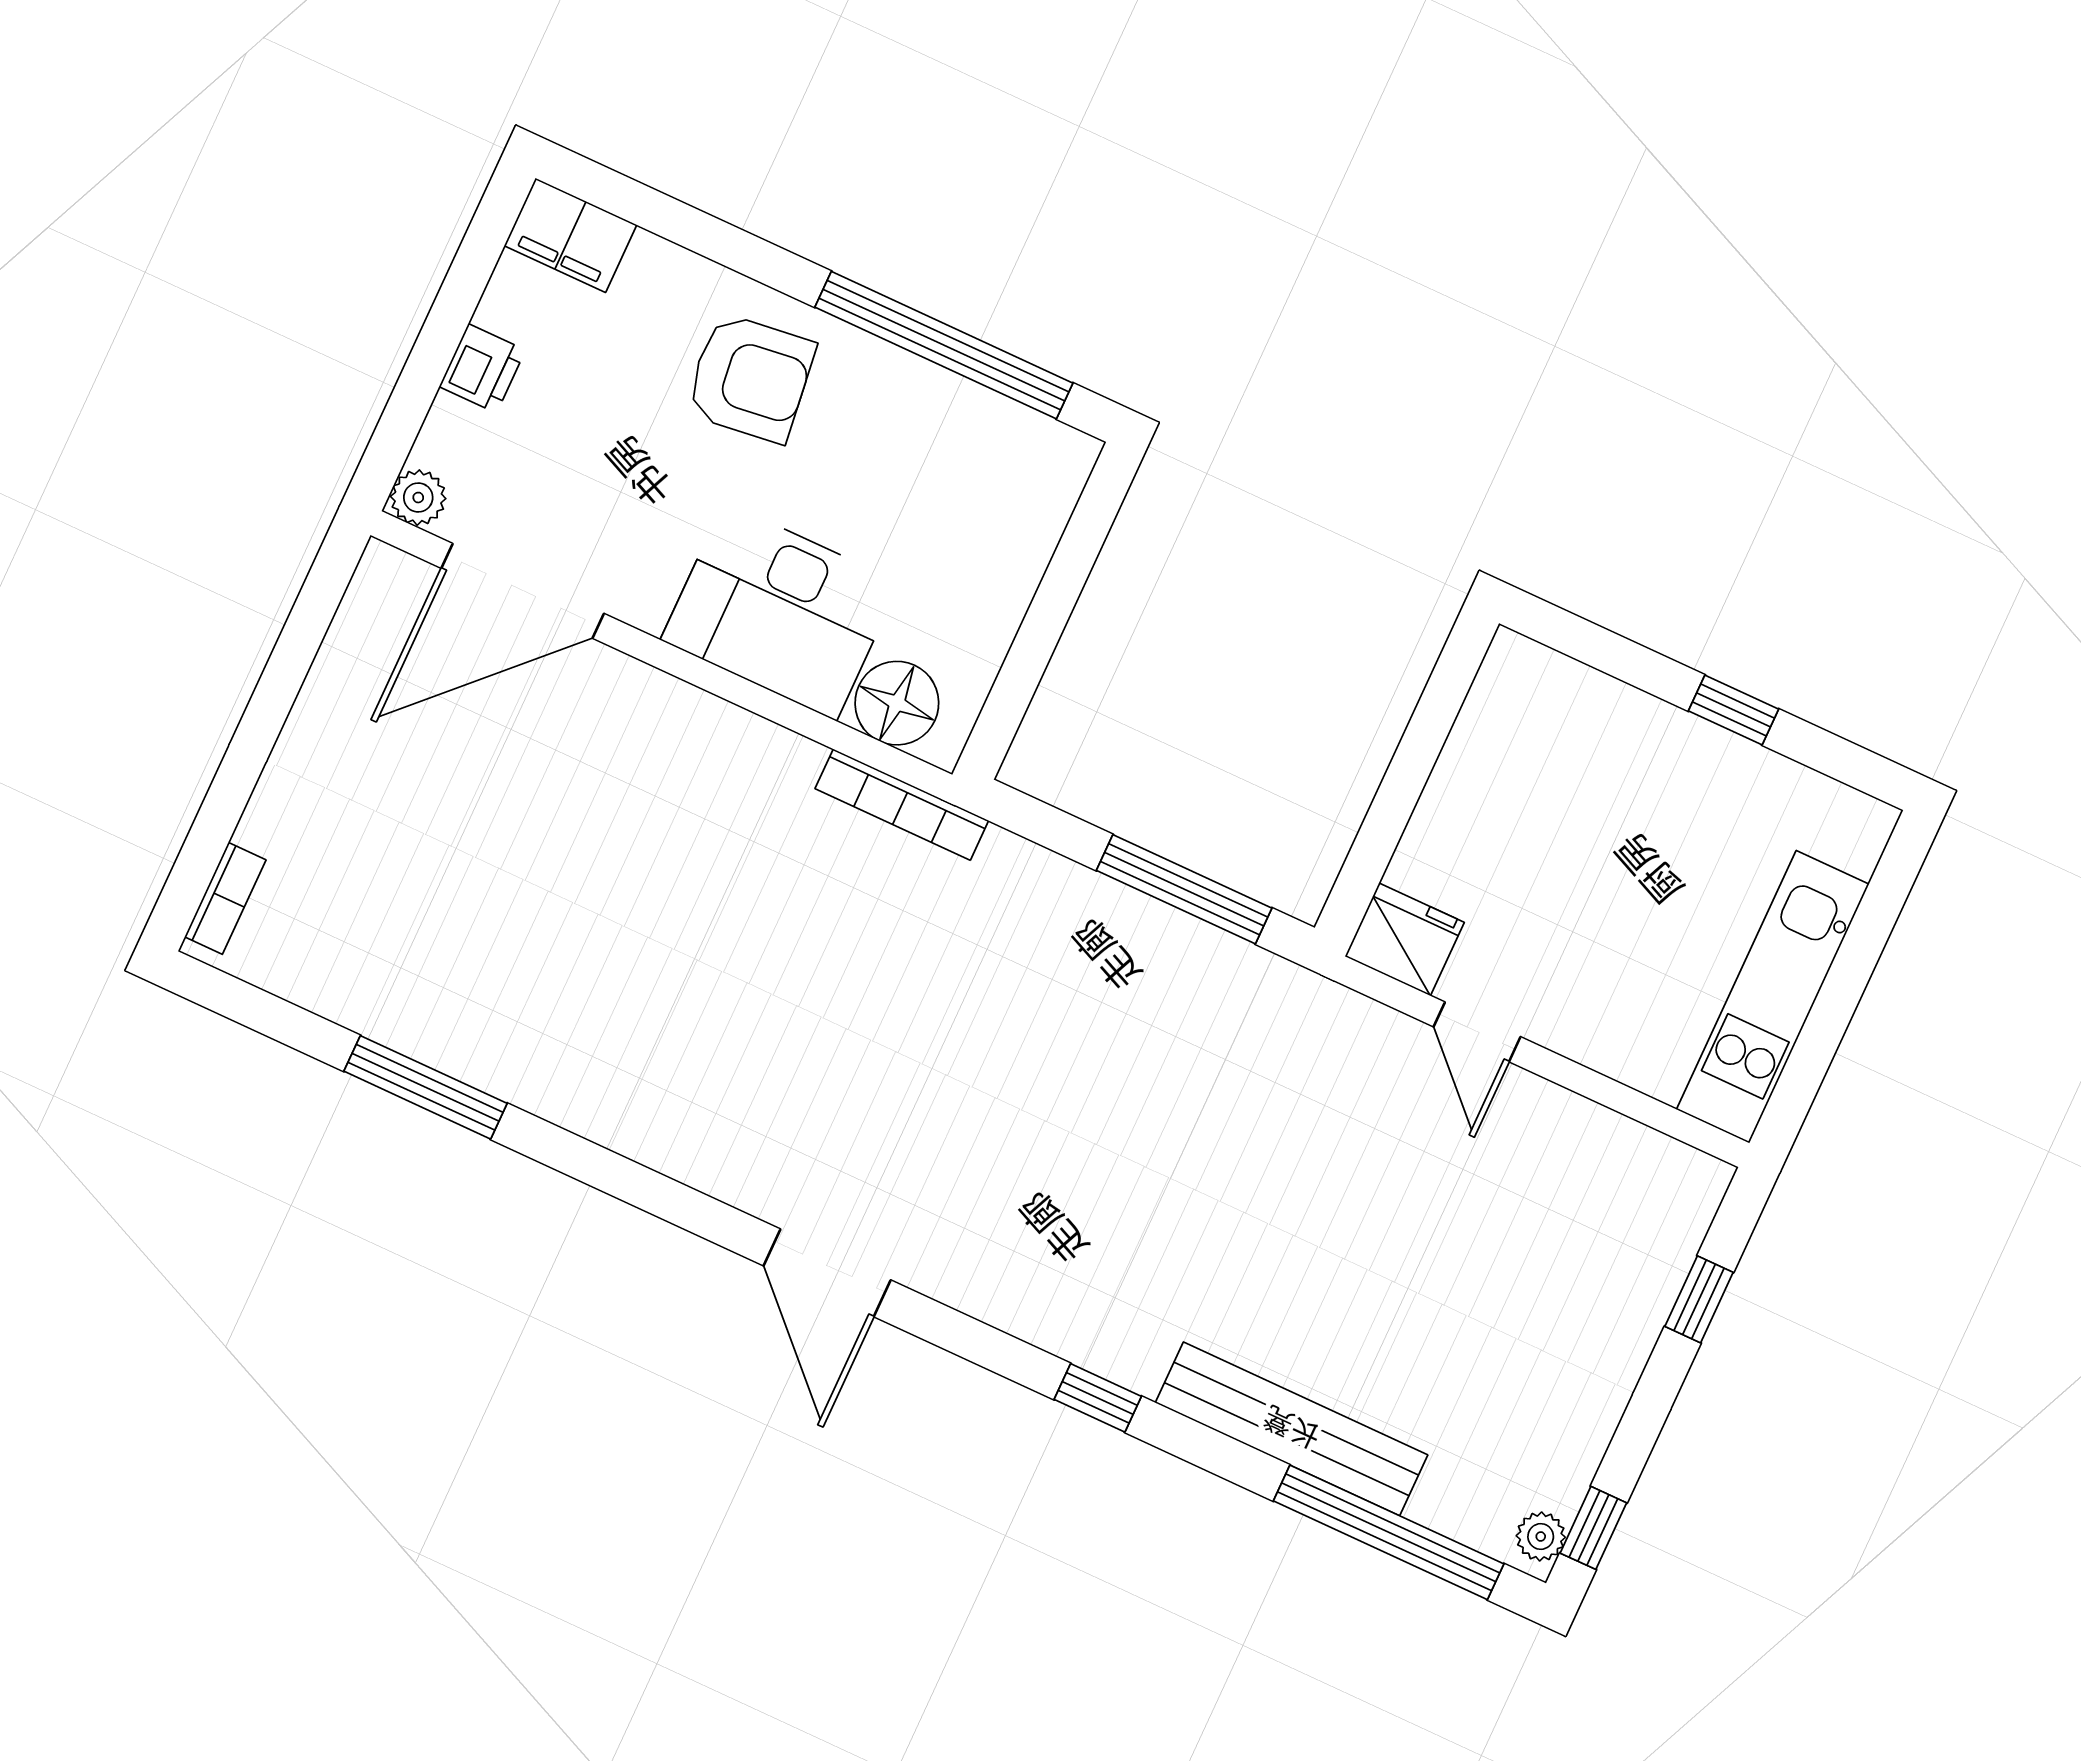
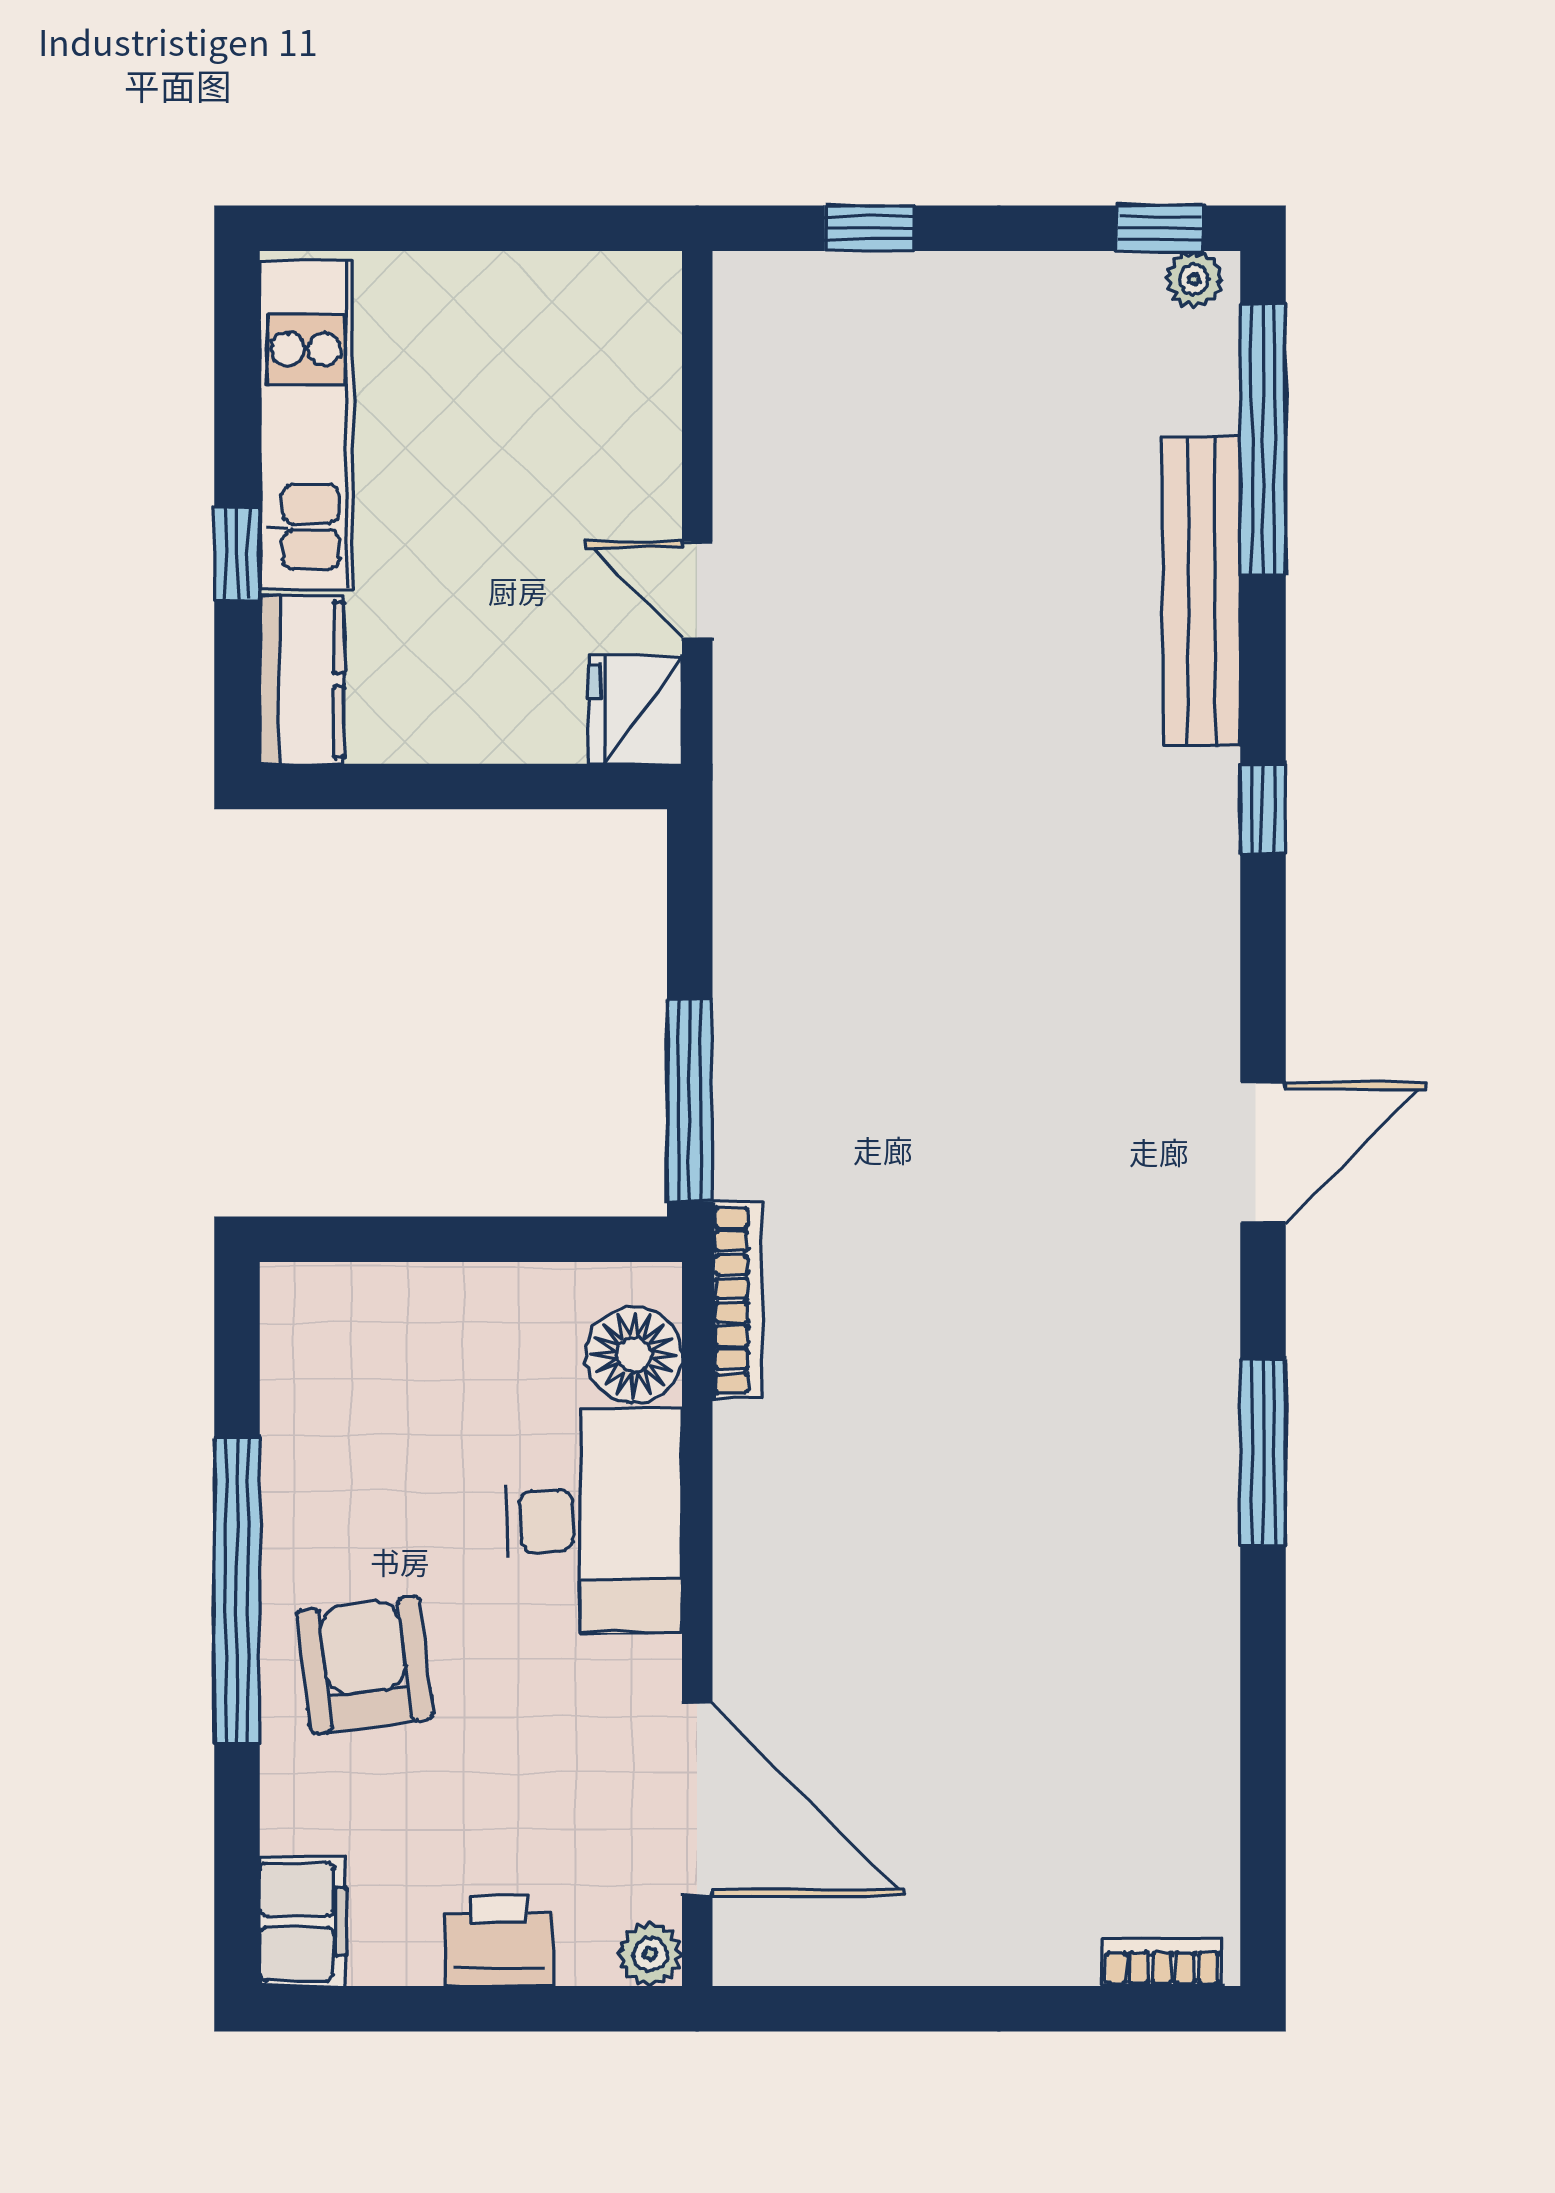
window: (944, 345) -> (237, 1590), moved
printer: (482, 368) -> (499, 1941), width x1.36, depth x1.24
kitchen counter: (1550, 687) -> (302, 680), added
window: (1733, 710) -> (237, 553), moved
window: (1184, 889) -> (690, 1100), moved
kitchen unit: (1773, 997) -> (306, 425), moved, turned -90
door: (1477, 1032) -> (697, 589), swing flipped
window: (426, 1087) -> (1263, 1453), moved

